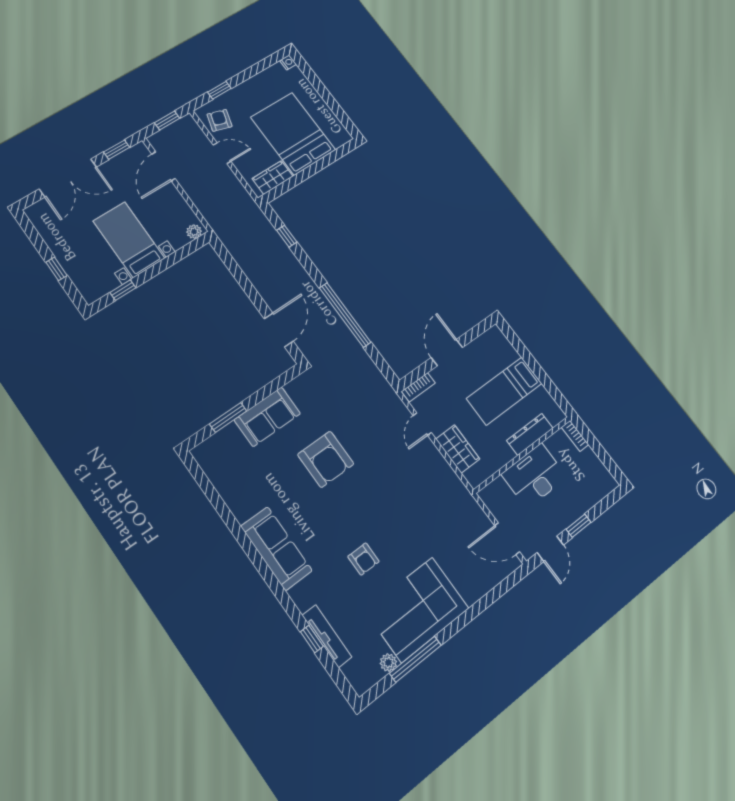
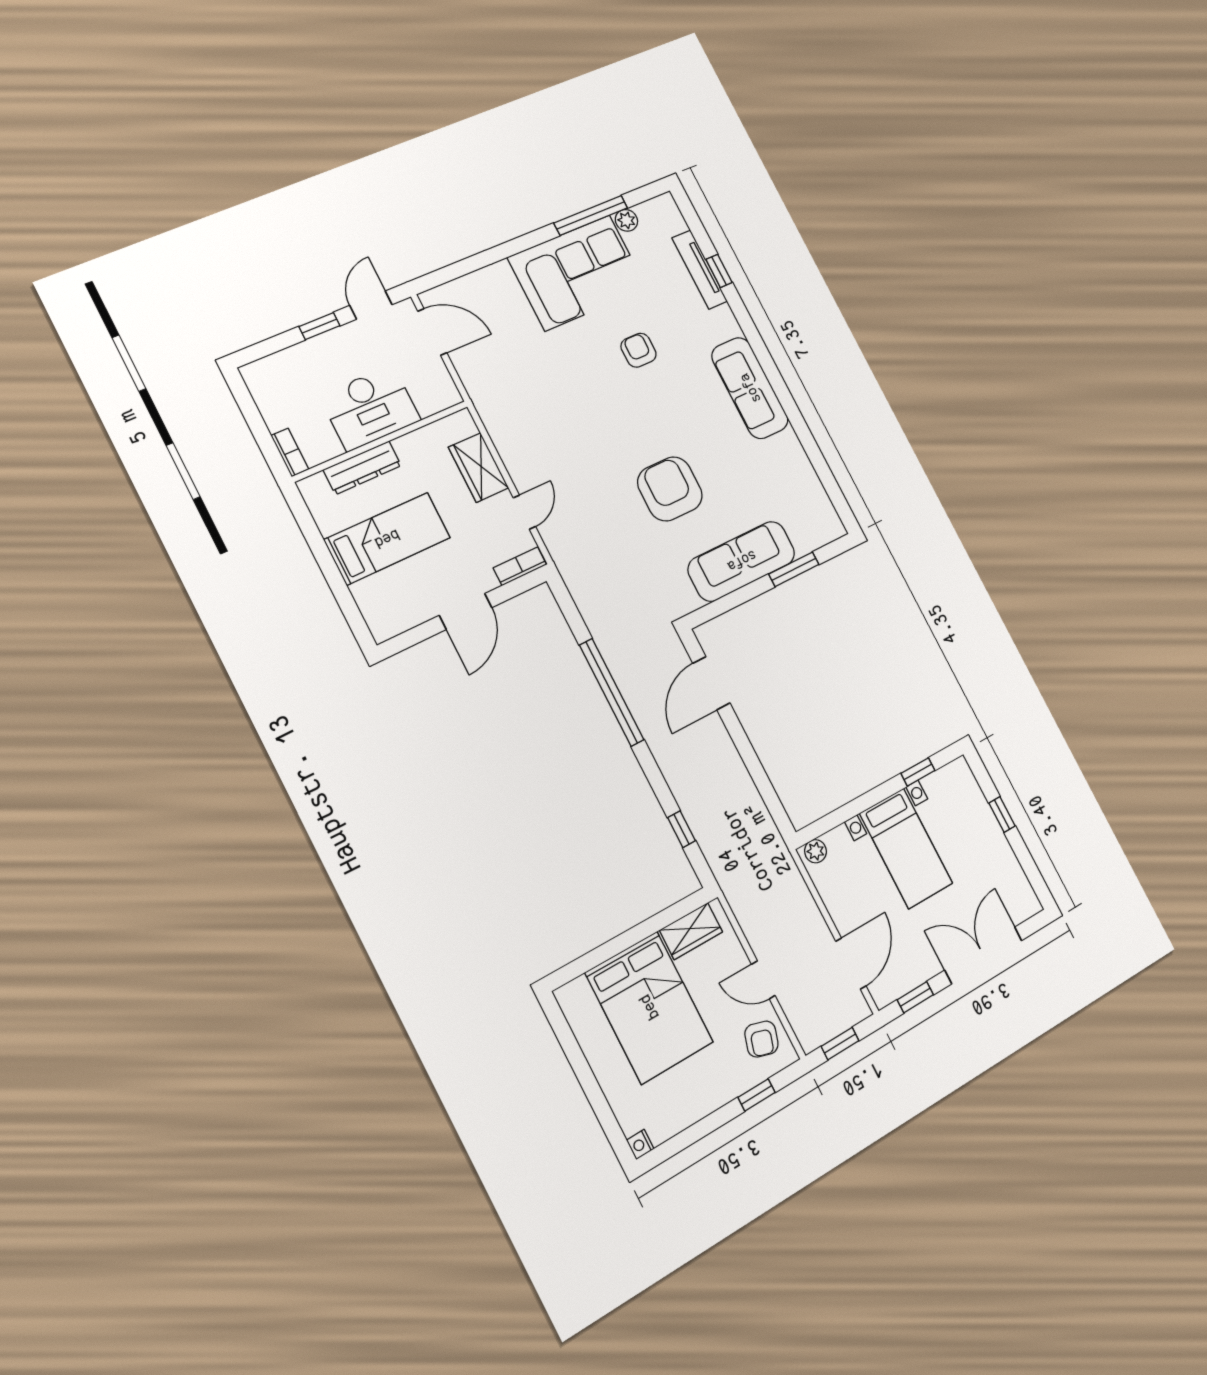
sofa: (267, 417) -> (742, 561), width x1.36

